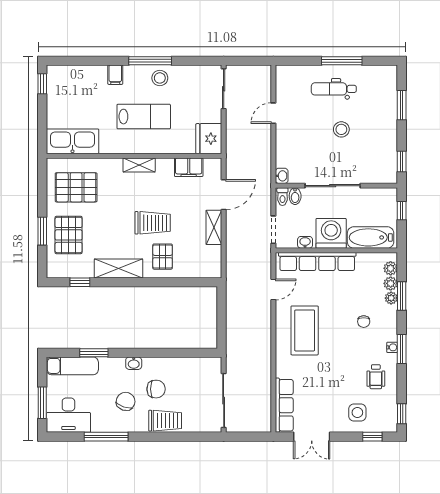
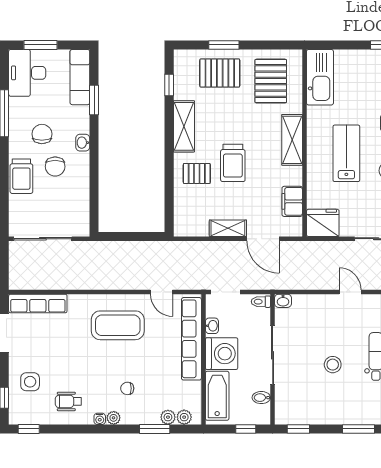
lab bench: (144, 117) -> (346, 153), turned 180
shelving: (139, 165) -> (292, 140), width x1.50, depth x1.33
bidet: (295, 196) -> (261, 398), moved
plant: (391, 298) -> (114, 418), moved
window: (402, 349) -> (98, 429), removed
chair: (126, 401) -> (42, 134), turned -109

